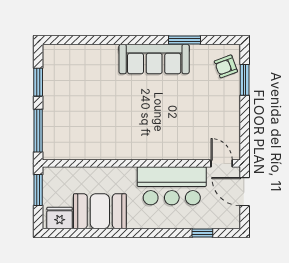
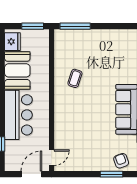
window: (38, 82) -> (110, 26), removed
coffee table: (111, 131) -> (75, 78), added
bar counter: (172, 186) -> (18, 115), moved, turned 180

